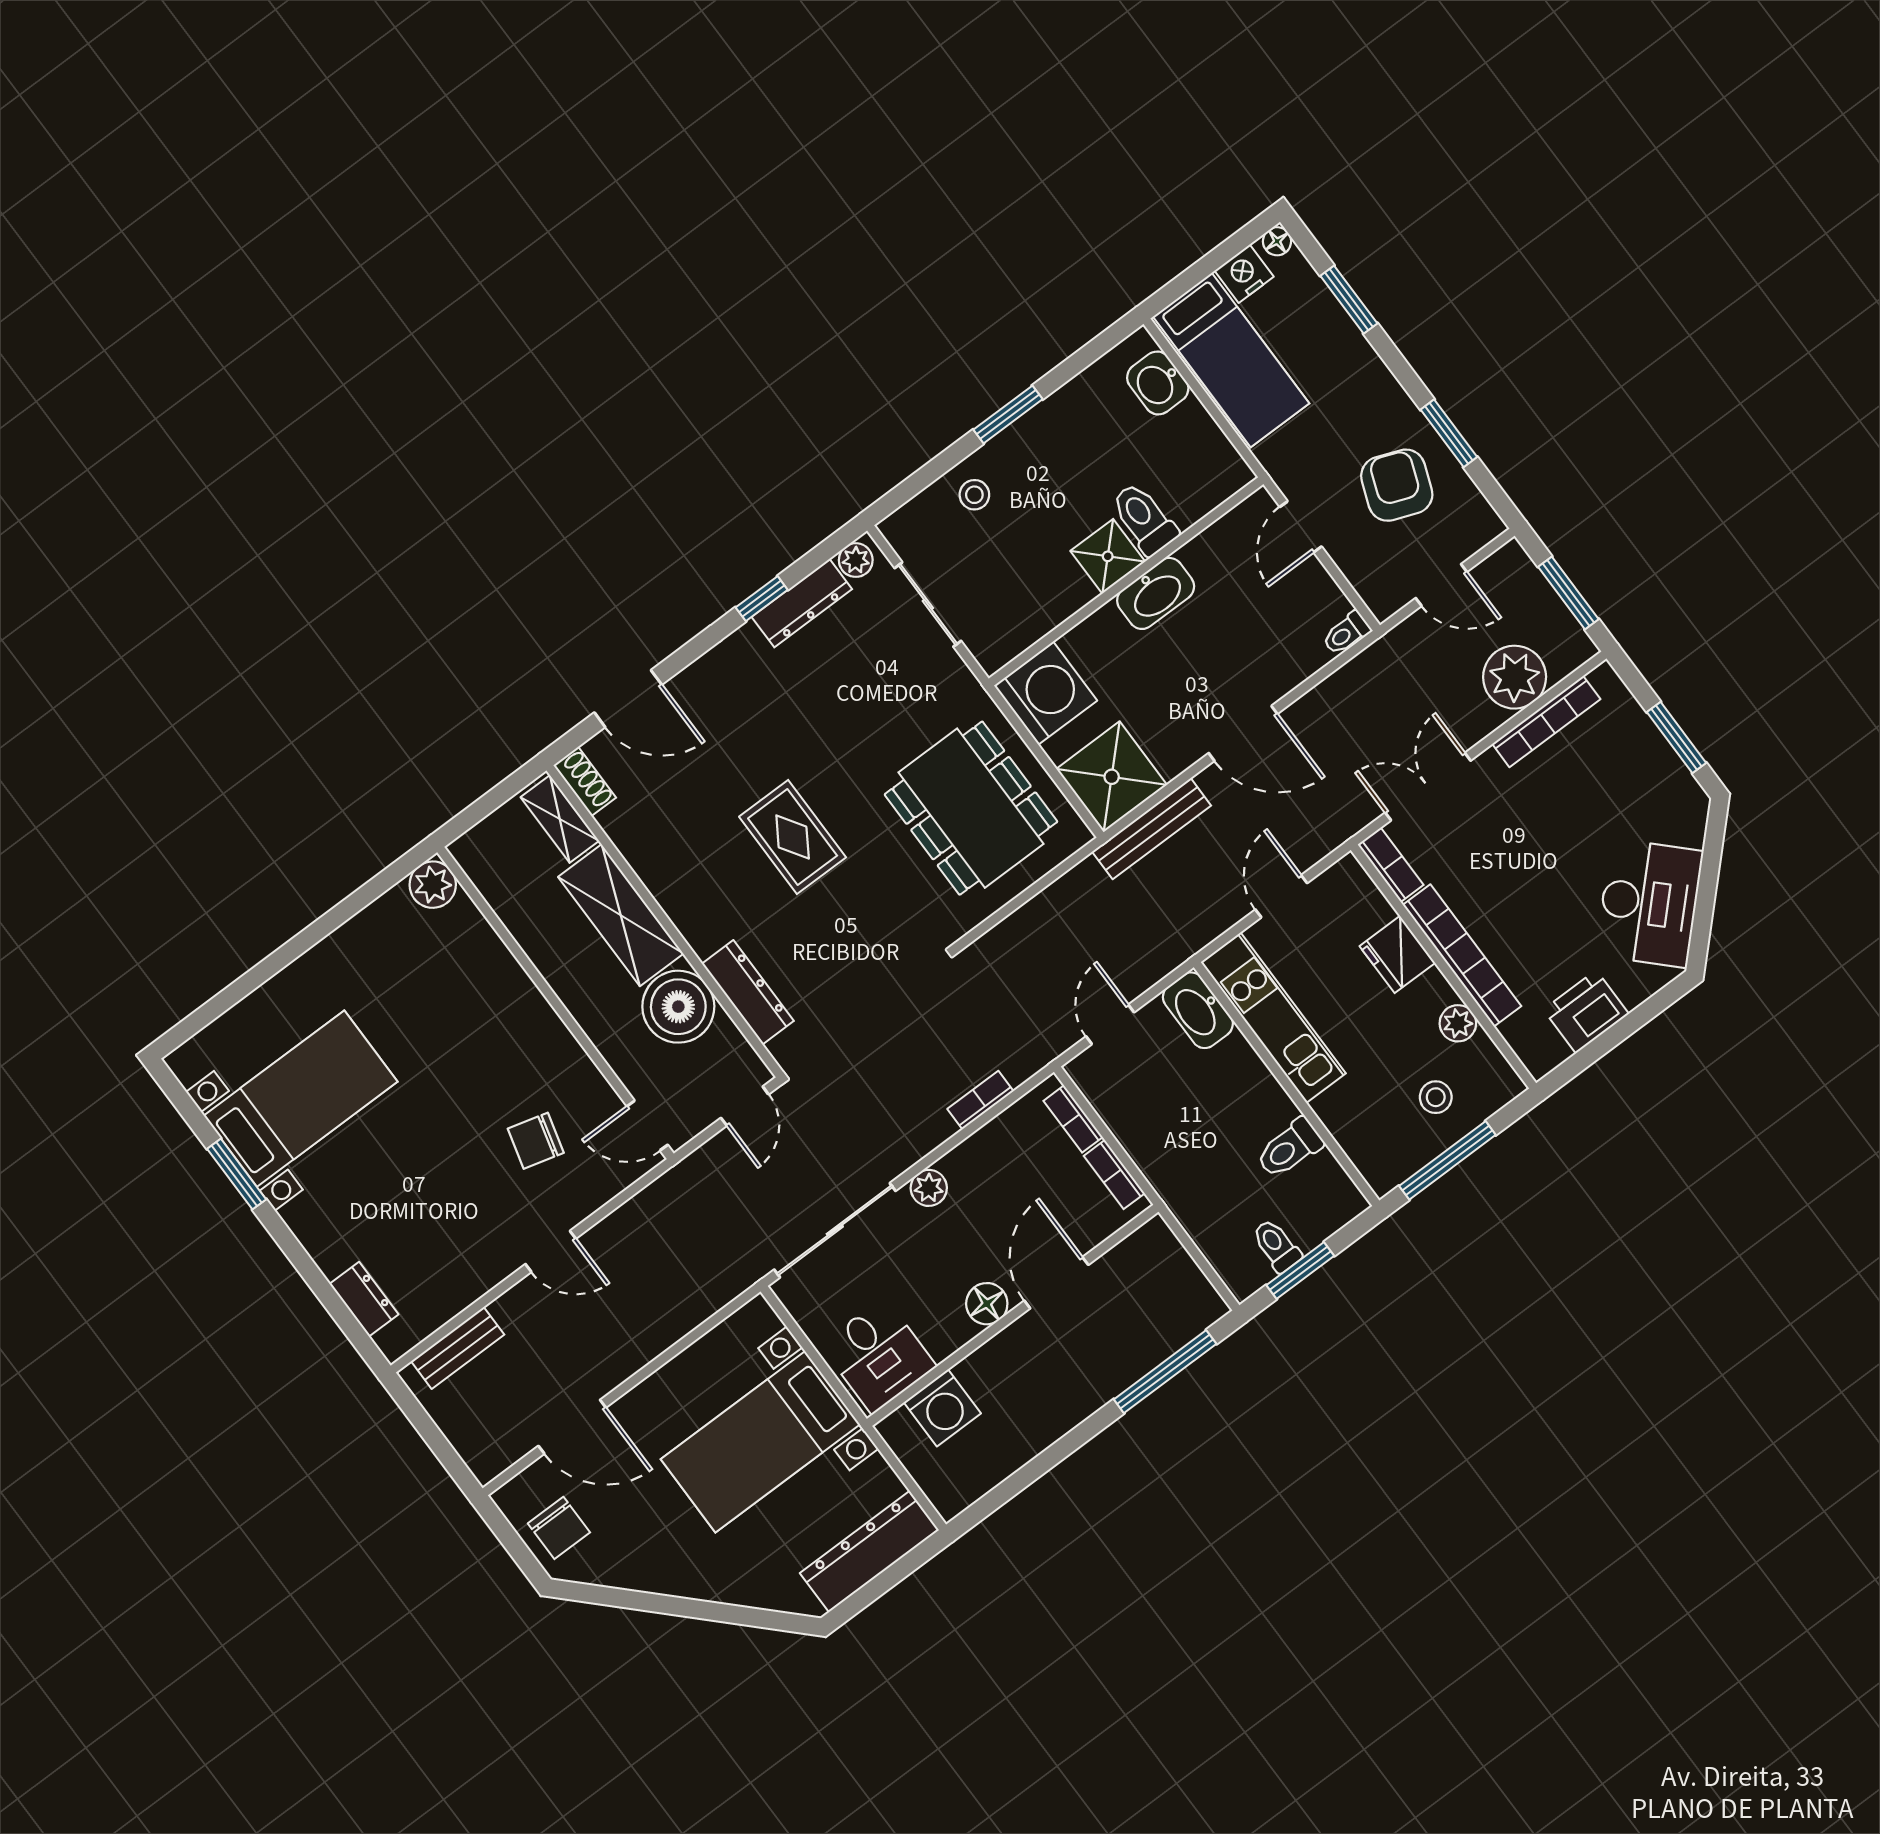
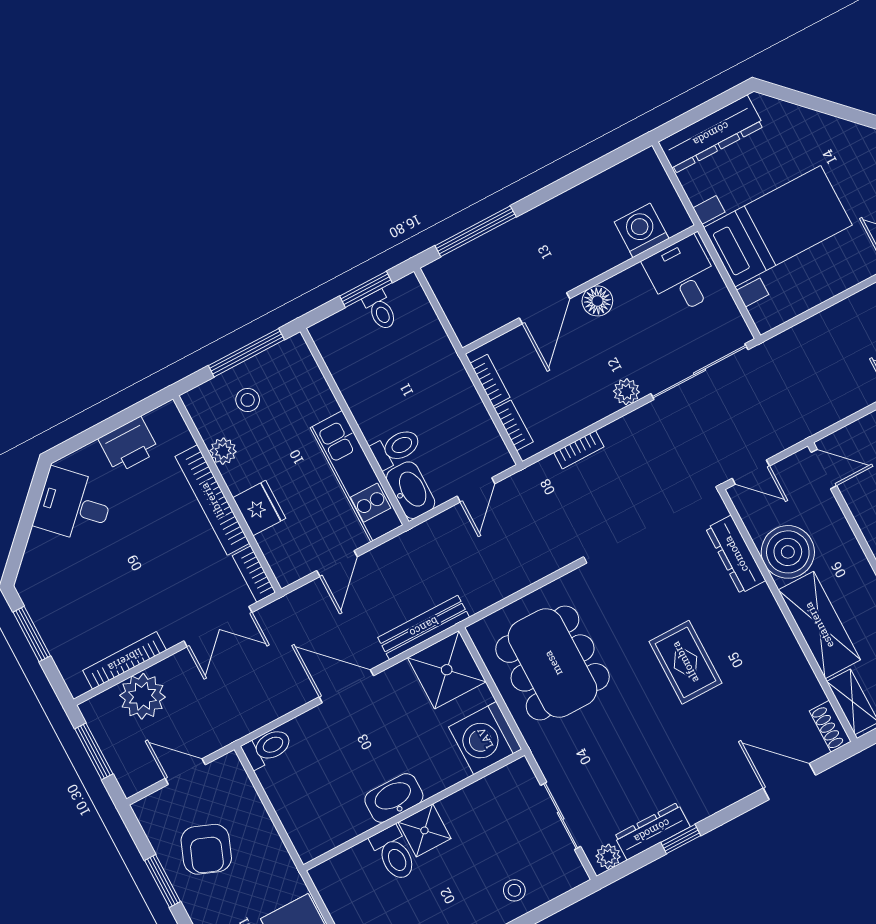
door: (1301, 527) -> (281, 830), removed
toilet: (1346, 633) -> (267, 748), width x1.37, depth x1.39
desk: (1649, 903) -> (74, 505), width x0.73
door: (745, 1106) -> (751, 472), swing flipped
toilet: (1289, 1148) -> (396, 448), moved

